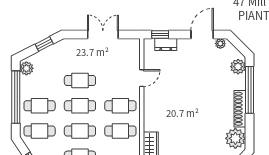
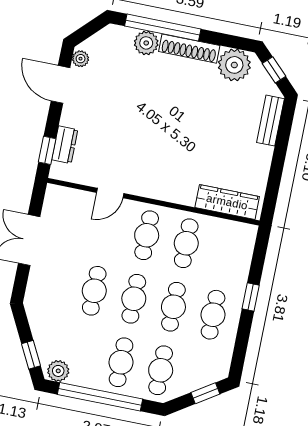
window: (44, 44) -> (31, 355), moved
plant: (238, 67) -> (146, 43), moved
door: (142, 78) -> (110, 193), swing flipped

